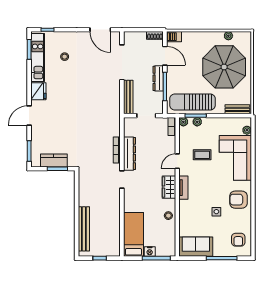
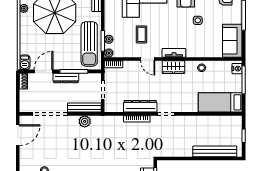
plant: (114, 97) -> (85, 121), added
nightstand: (150, 251) -> (237, 69), moved

